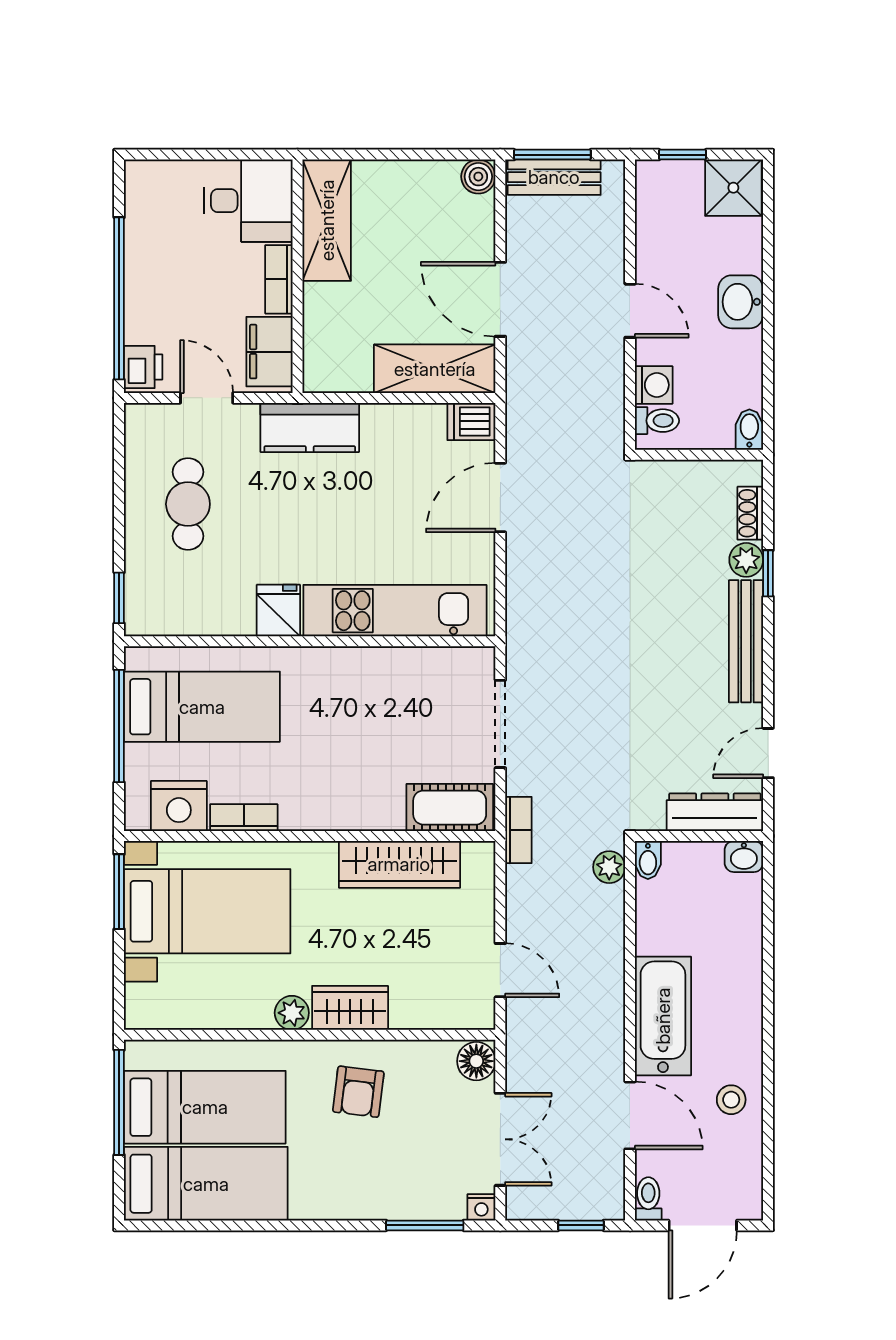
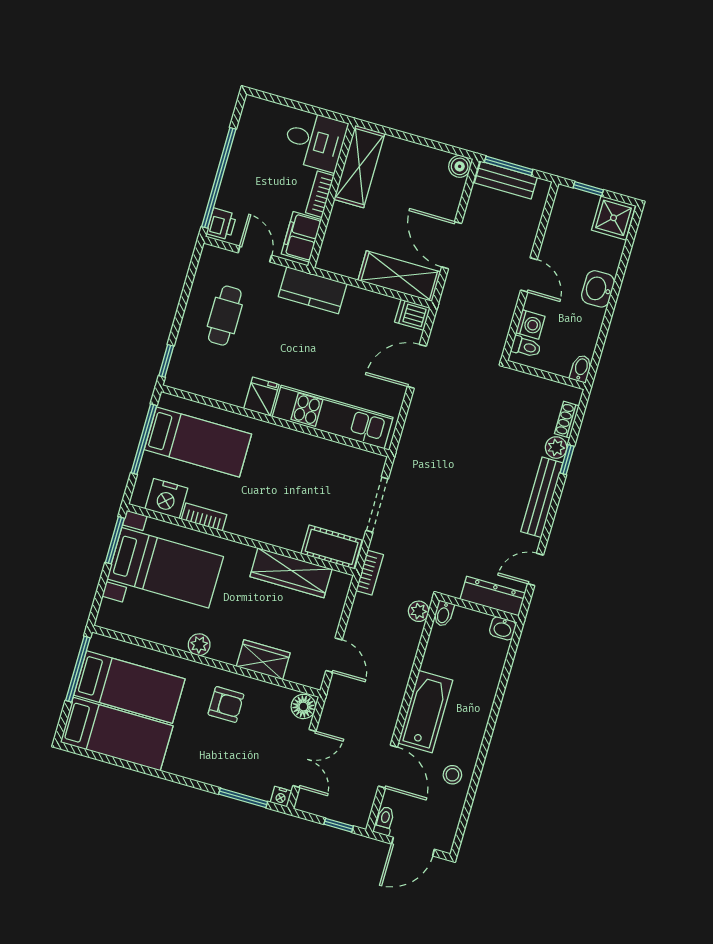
wardrobe: (350, 1008) -> (263, 660), moved
armchair: (358, 1092) -> (226, 704), turned -97

